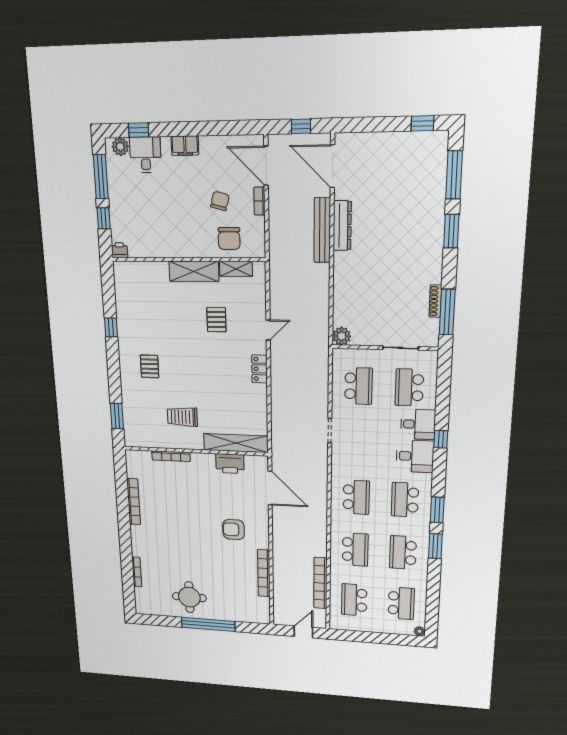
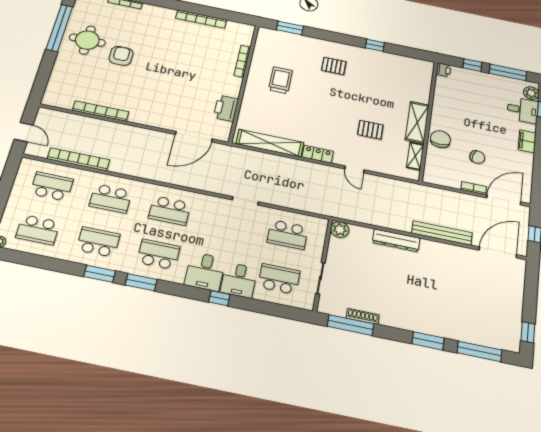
dresser: (342, 226) -> (396, 240), moved
chair: (229, 239) -> (440, 139), moved, turned 90
shelving: (236, 443) -> (270, 143), moved, turned 90
armchair: (234, 530) -> (121, 56), moved
window: (208, 624) -> (59, 28), moved

